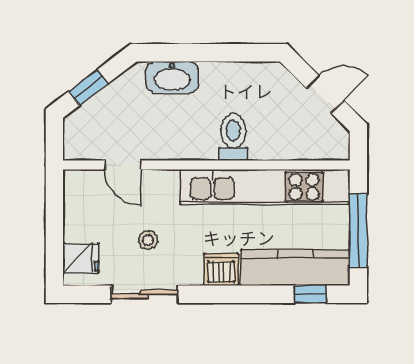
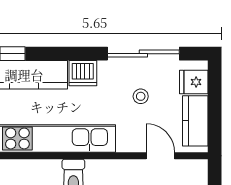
kitchen counter: (79, 209) -> (195, 121), added
sliding door: (145, 294) -> (143, 54), width x1.37

